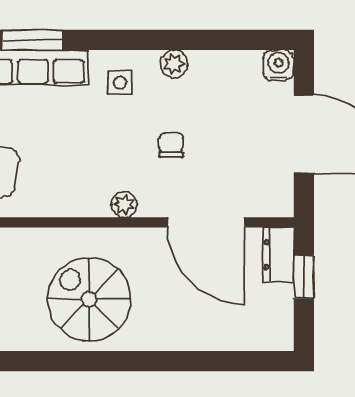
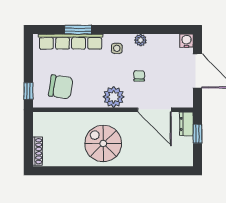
plant: (124, 204) -> (114, 97), width x1.88, depth x1.88

